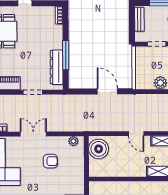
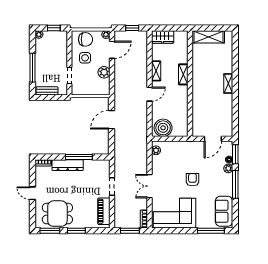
dresser: (57, 67) -> (68, 165), moved
armchair: (50, 161) -> (192, 180), moved

